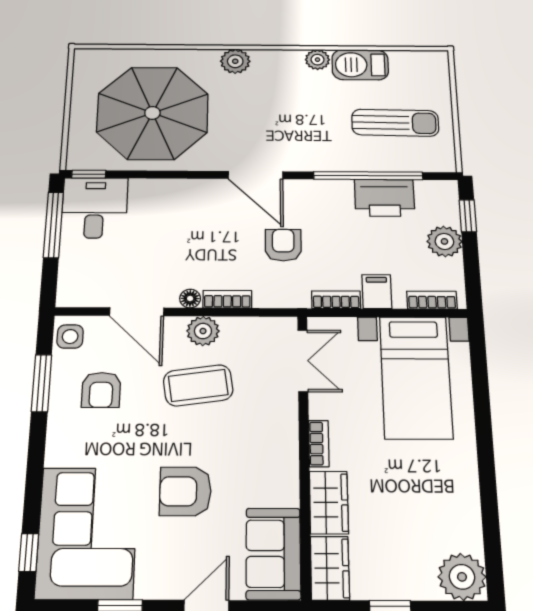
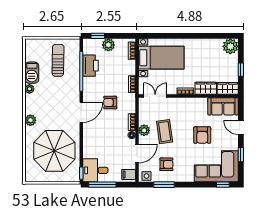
filing cabinet: (377, 292) -> (129, 175), moved

